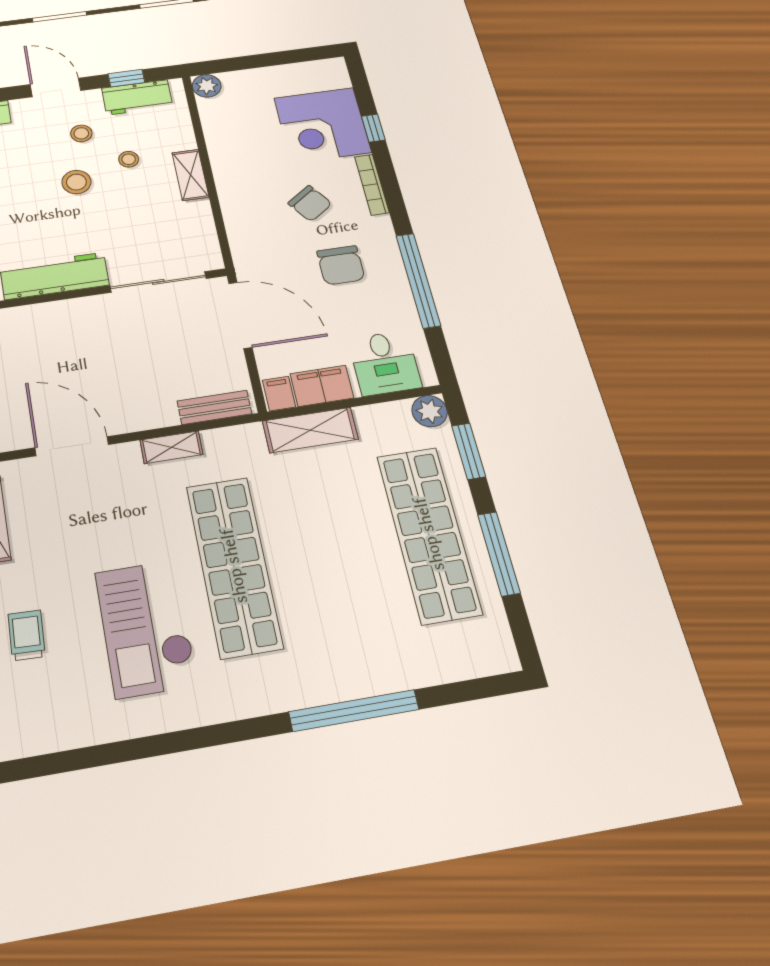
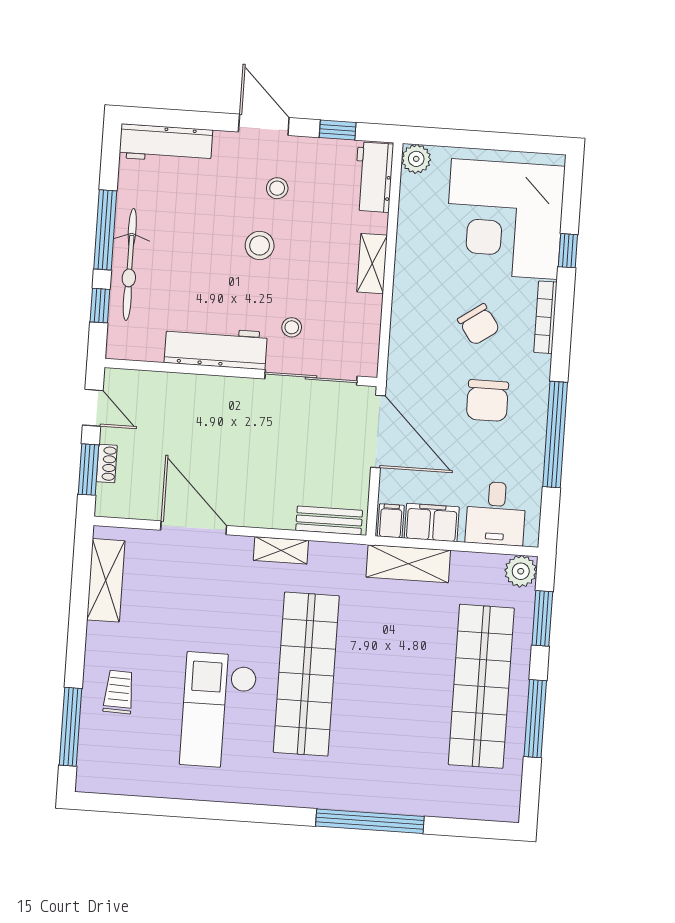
workbench: (137, 97) -> (374, 177), moved, turned 90
corner desk: (322, 125) -> (505, 219), width x1.36, depth x1.36
stool: (129, 159) -> (292, 327), moved

